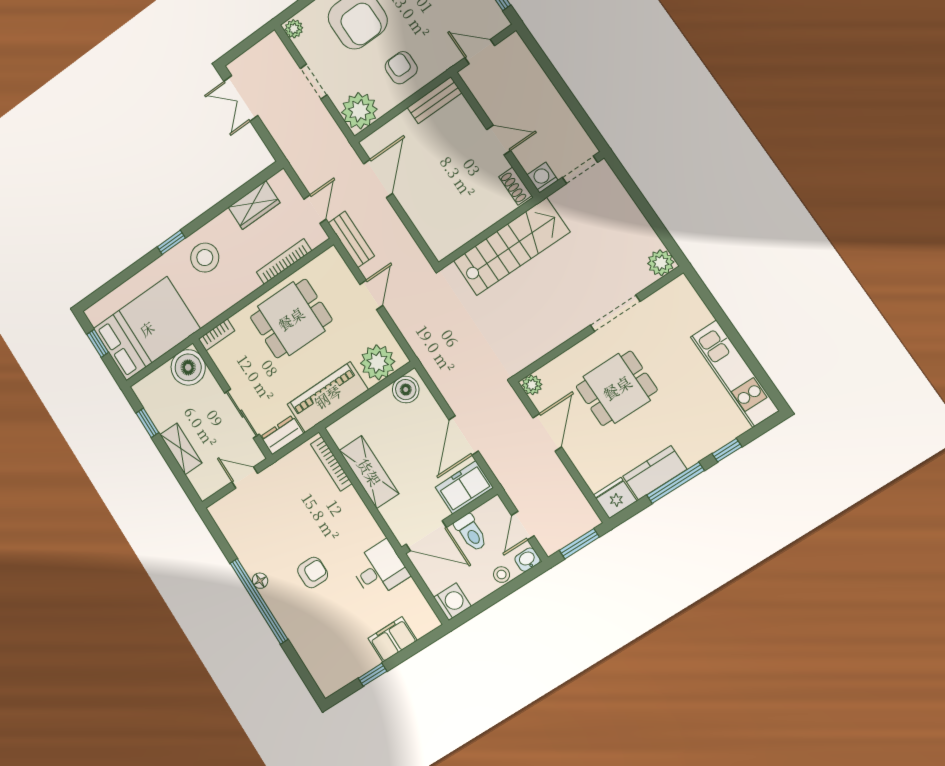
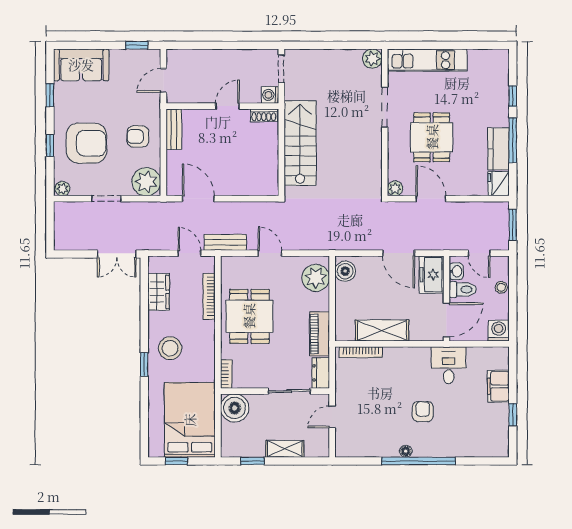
double door: (241, 98) -> (117, 254), moved
kitchen unit: (735, 374) -> (427, 60), moved
piano: (328, 397) -> (319, 334), width x0.73, depth x0.75
washbasin: (527, 560) -> (456, 271), moved, turned 180

